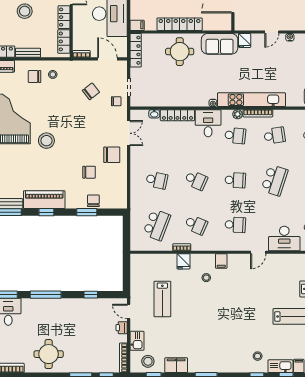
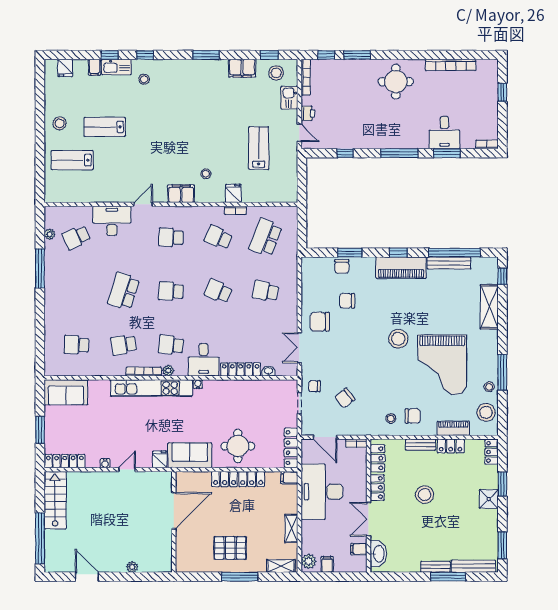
filing cabinet: (221, 261) -> (181, 194), width x2.00

